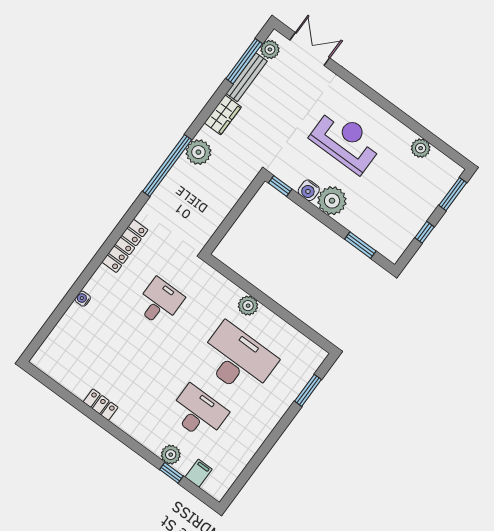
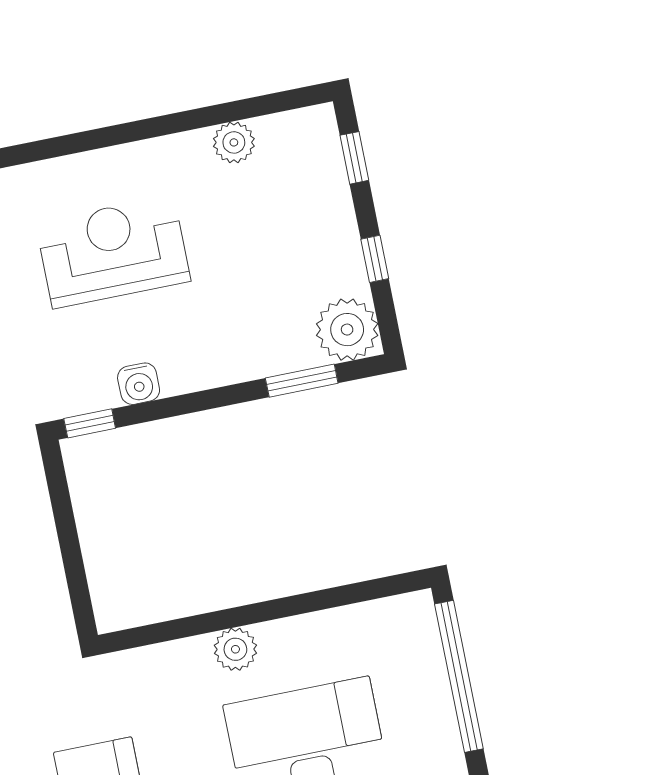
window: (453, 194) -> (354, 158), width x0.67
plant: (332, 201) -> (347, 330), moved
window: (308, 390) -> (459, 676), width x2.11

